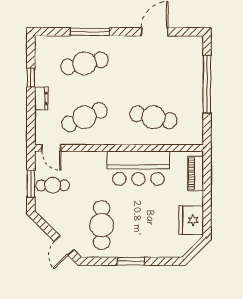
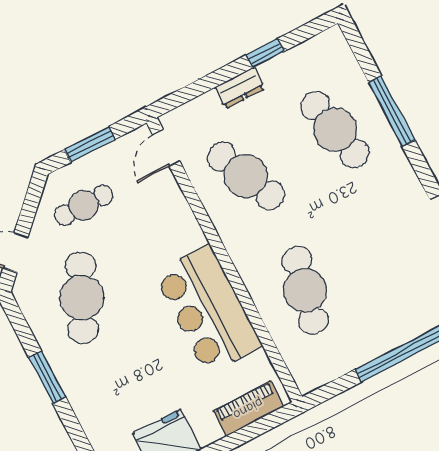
cafe table: (53, 185) -> (84, 205), moved, turned 90
cafe table: (102, 225) -> (82, 298), turned -65

